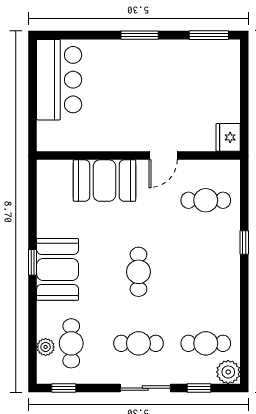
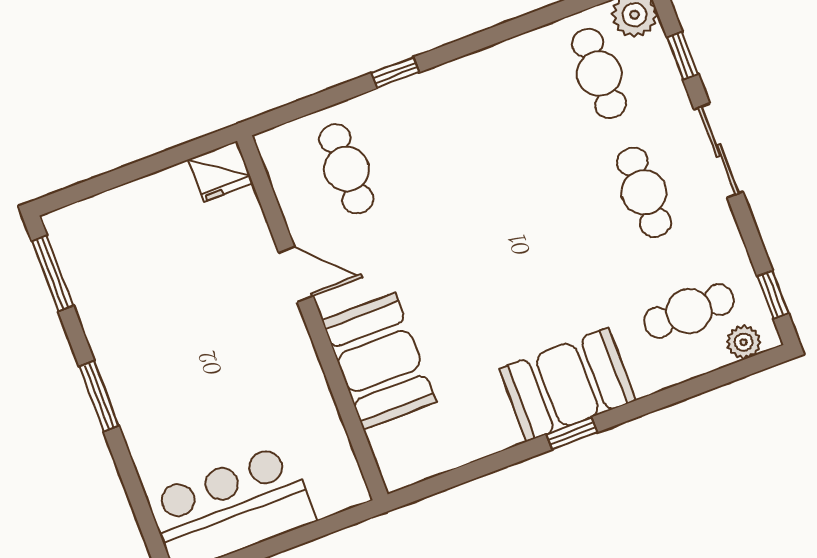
cafe table: (138, 272) -> (518, 240), removed
plant: (46, 347) -> (744, 342), moved

